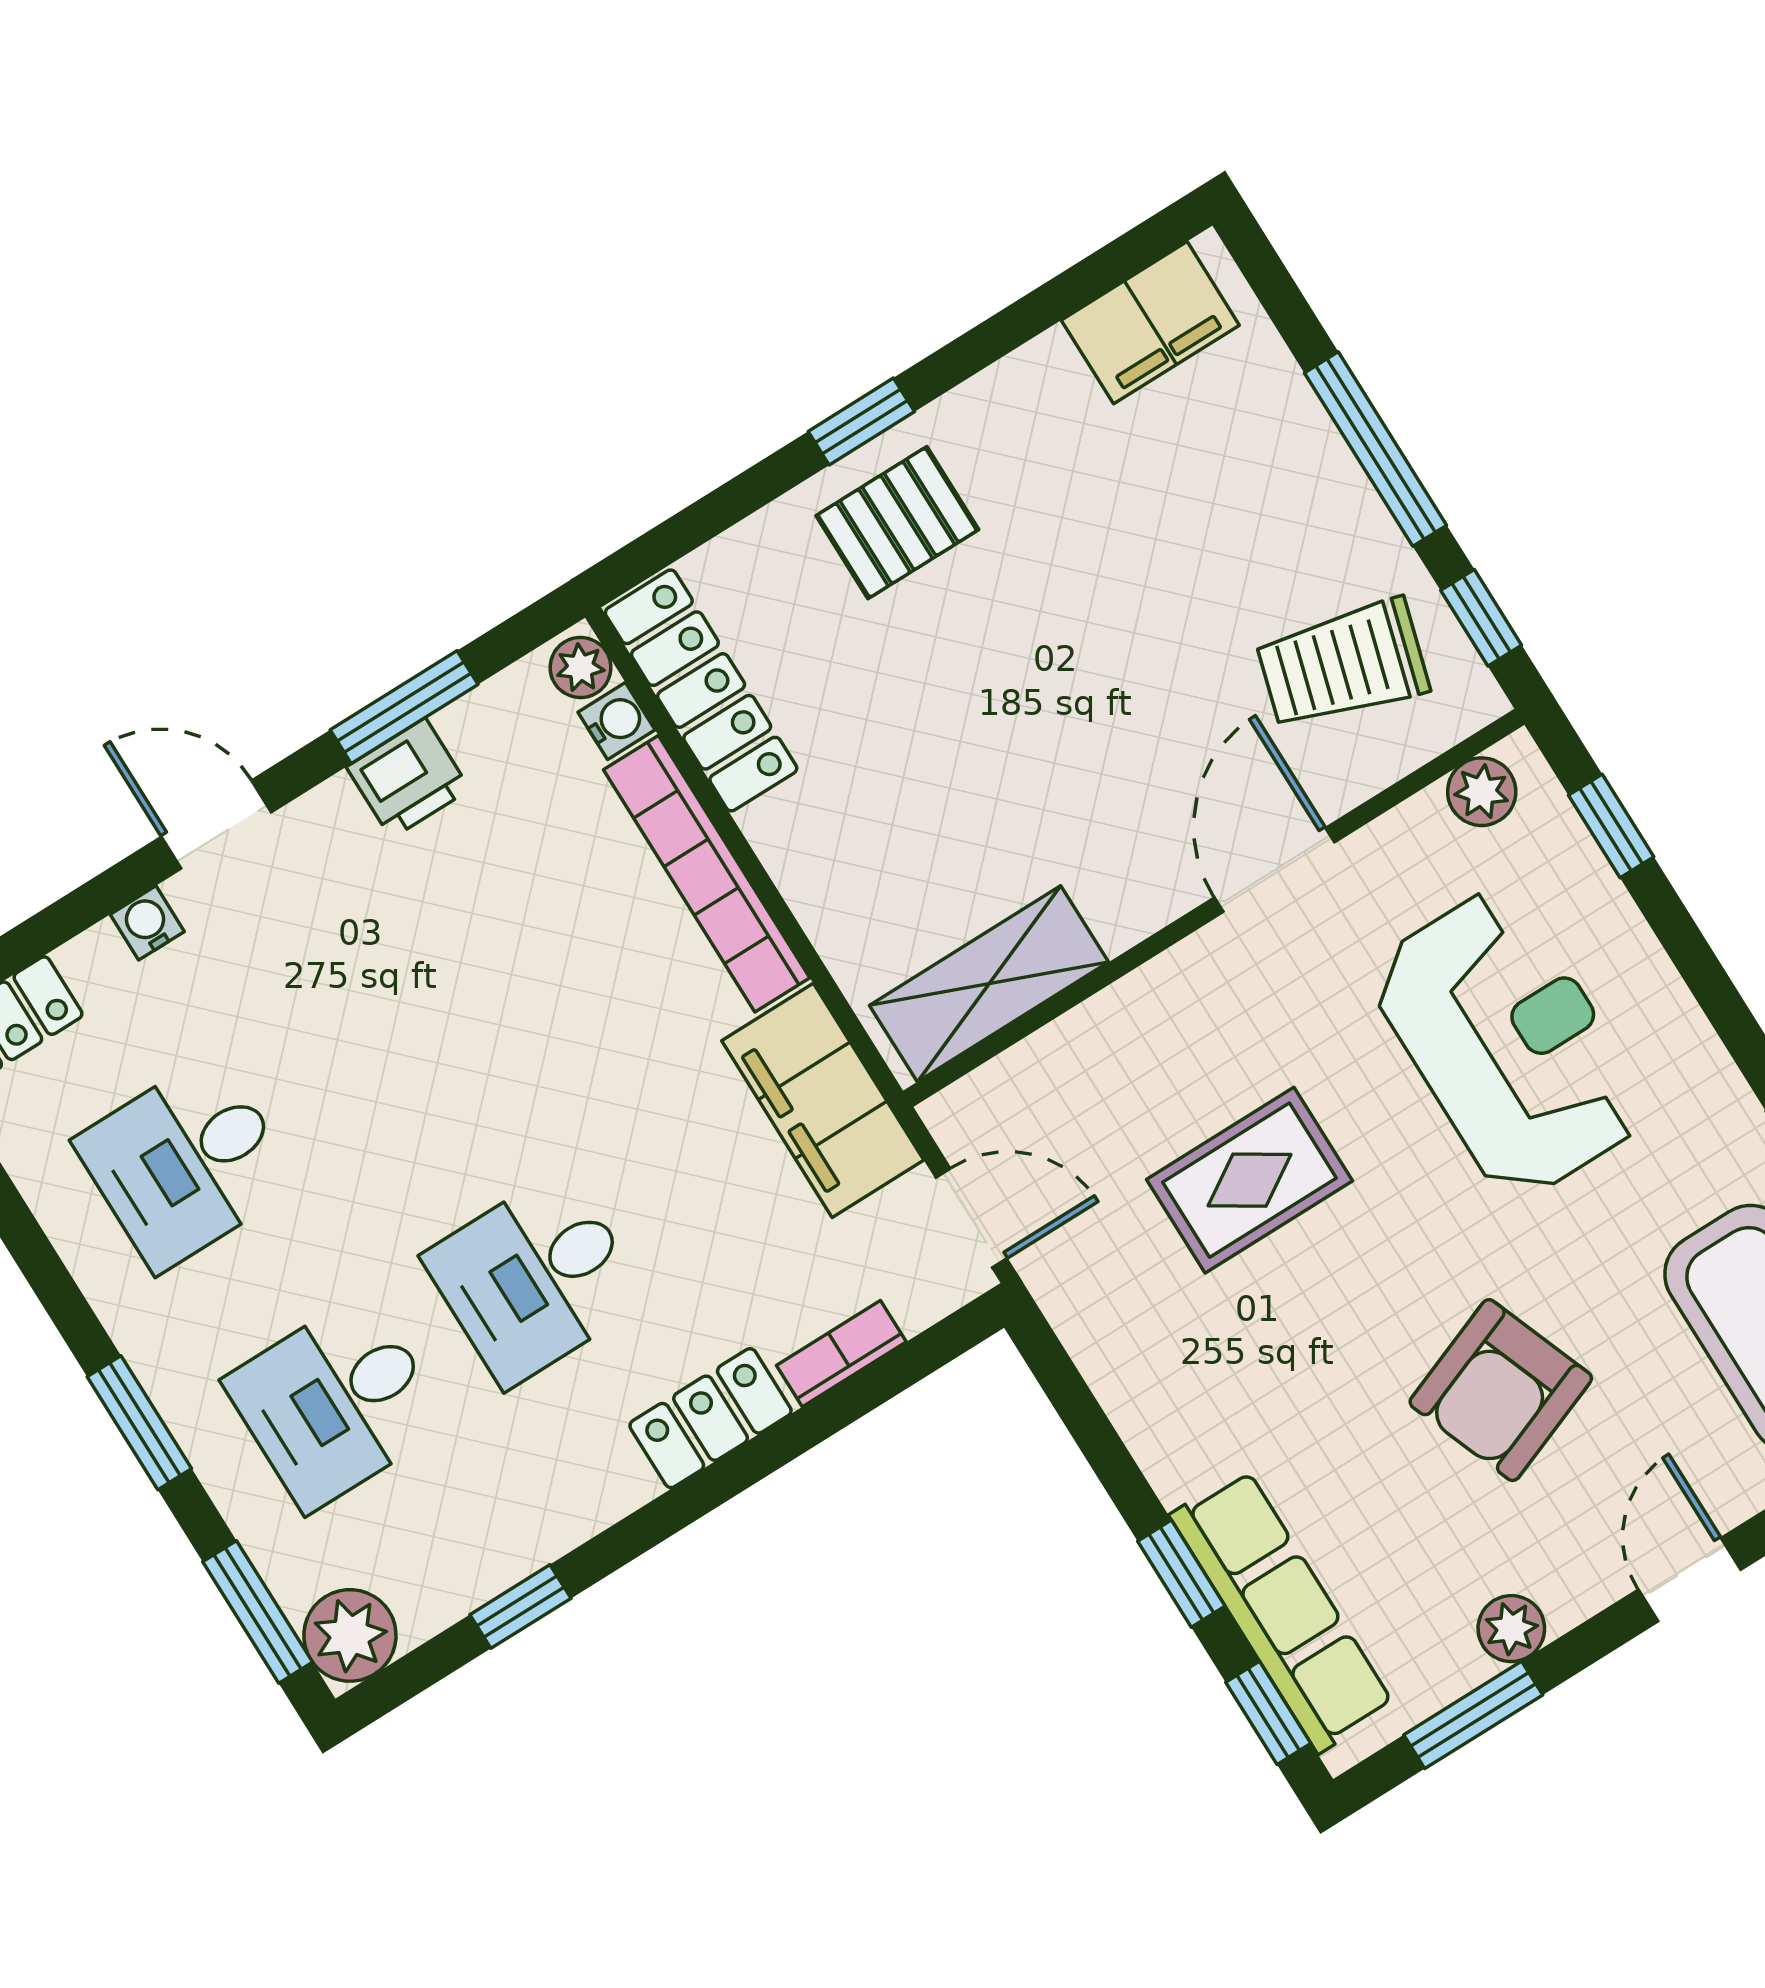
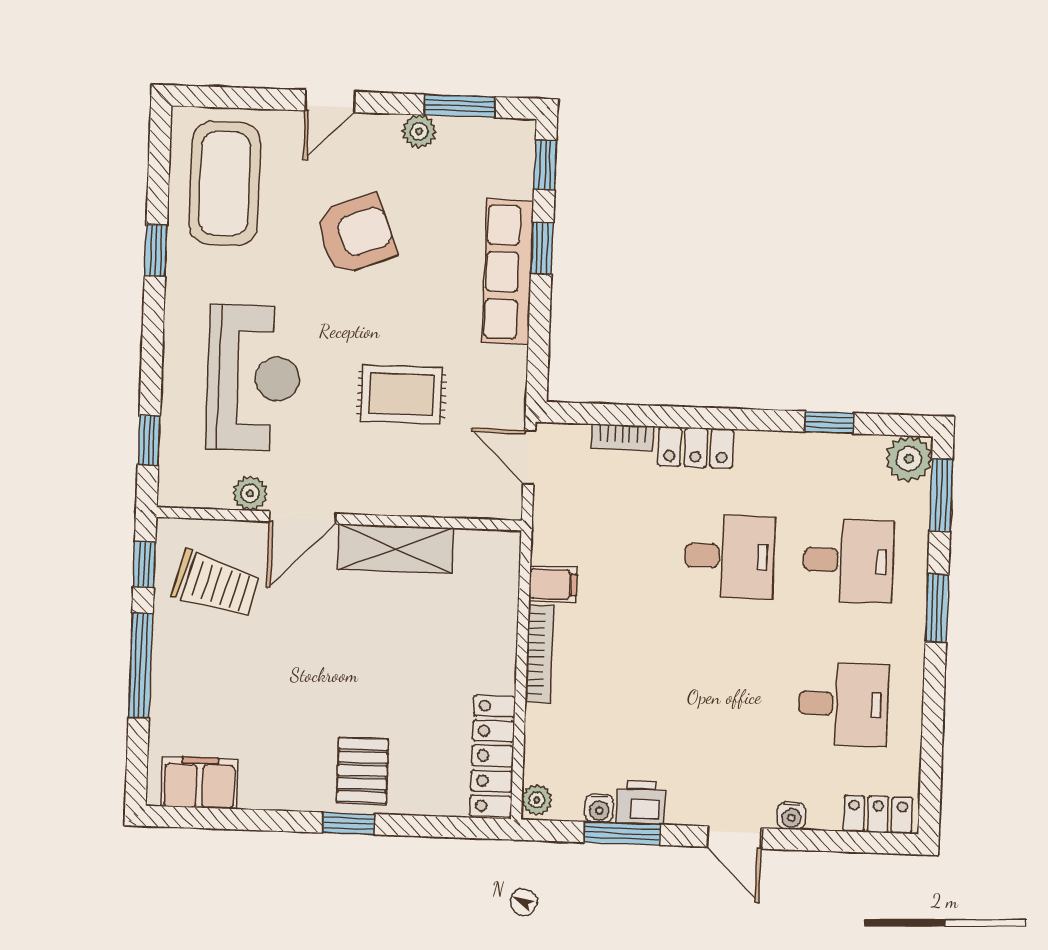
pallet: (897, 523) -> (362, 771), turned 90
water cooler: (617, 721) -> (599, 808), moved, turned -90
plant: (1482, 792) -> (250, 493), moved
bookcase: (707, 874) -> (539, 654), width x0.68, depth x0.76
shelving: (989, 984) -> (396, 549), moved
reception desk: (1509, 1043) -> (254, 378), turned 180
filing cabinet: (823, 1100) -> (553, 584), width x0.33, depth x0.86
row of seats: (1282, 1611) -> (508, 272), moved

